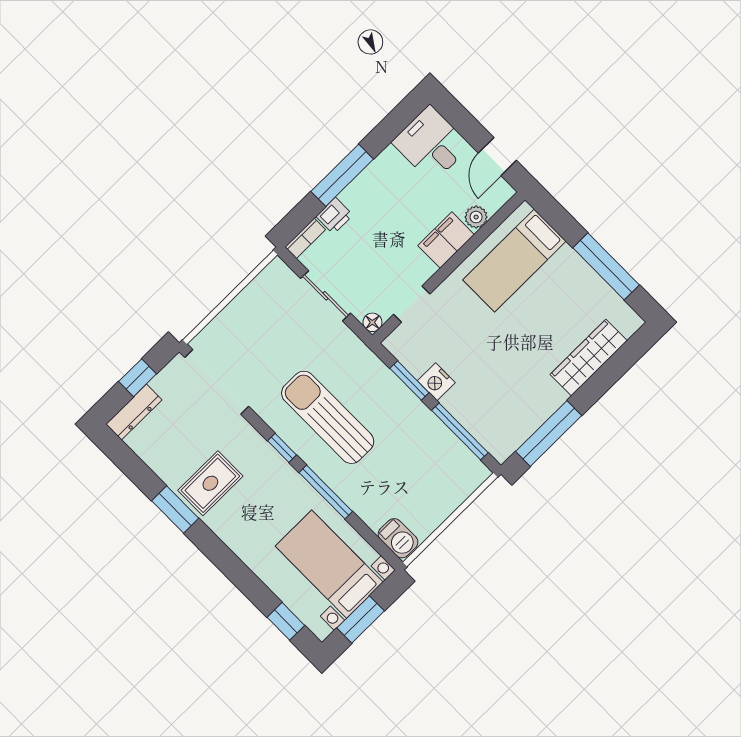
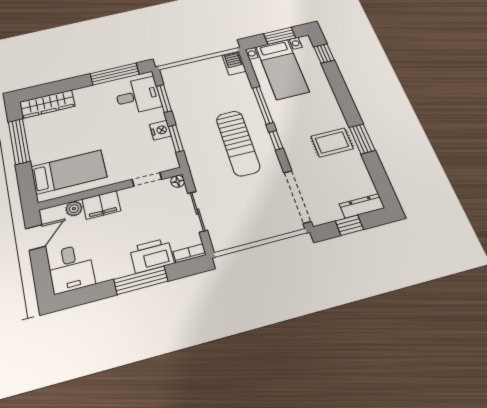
printer: (334, 216) -> (152, 255), width x1.87, depth x1.48
wardrobe: (589, 358) -> (47, 104), moved
desk: (496, 417) -> (138, 96), added
window: (460, 431) -> (164, 98), width x0.69

